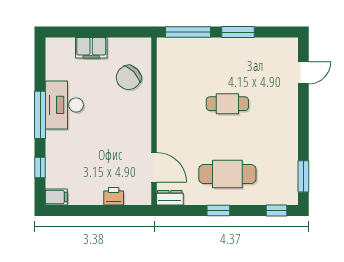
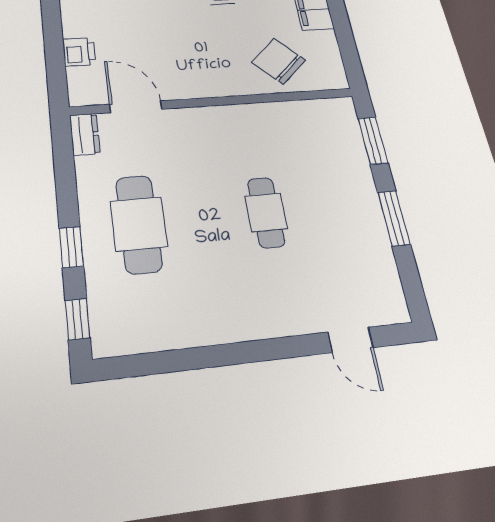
window: (188, 32) -> (373, 141), width x0.69
door: (154, 167) -> (136, 107), swing flipped
window: (303, 176) -> (151, 363), removed
window: (218, 211) -> (71, 247), moved

